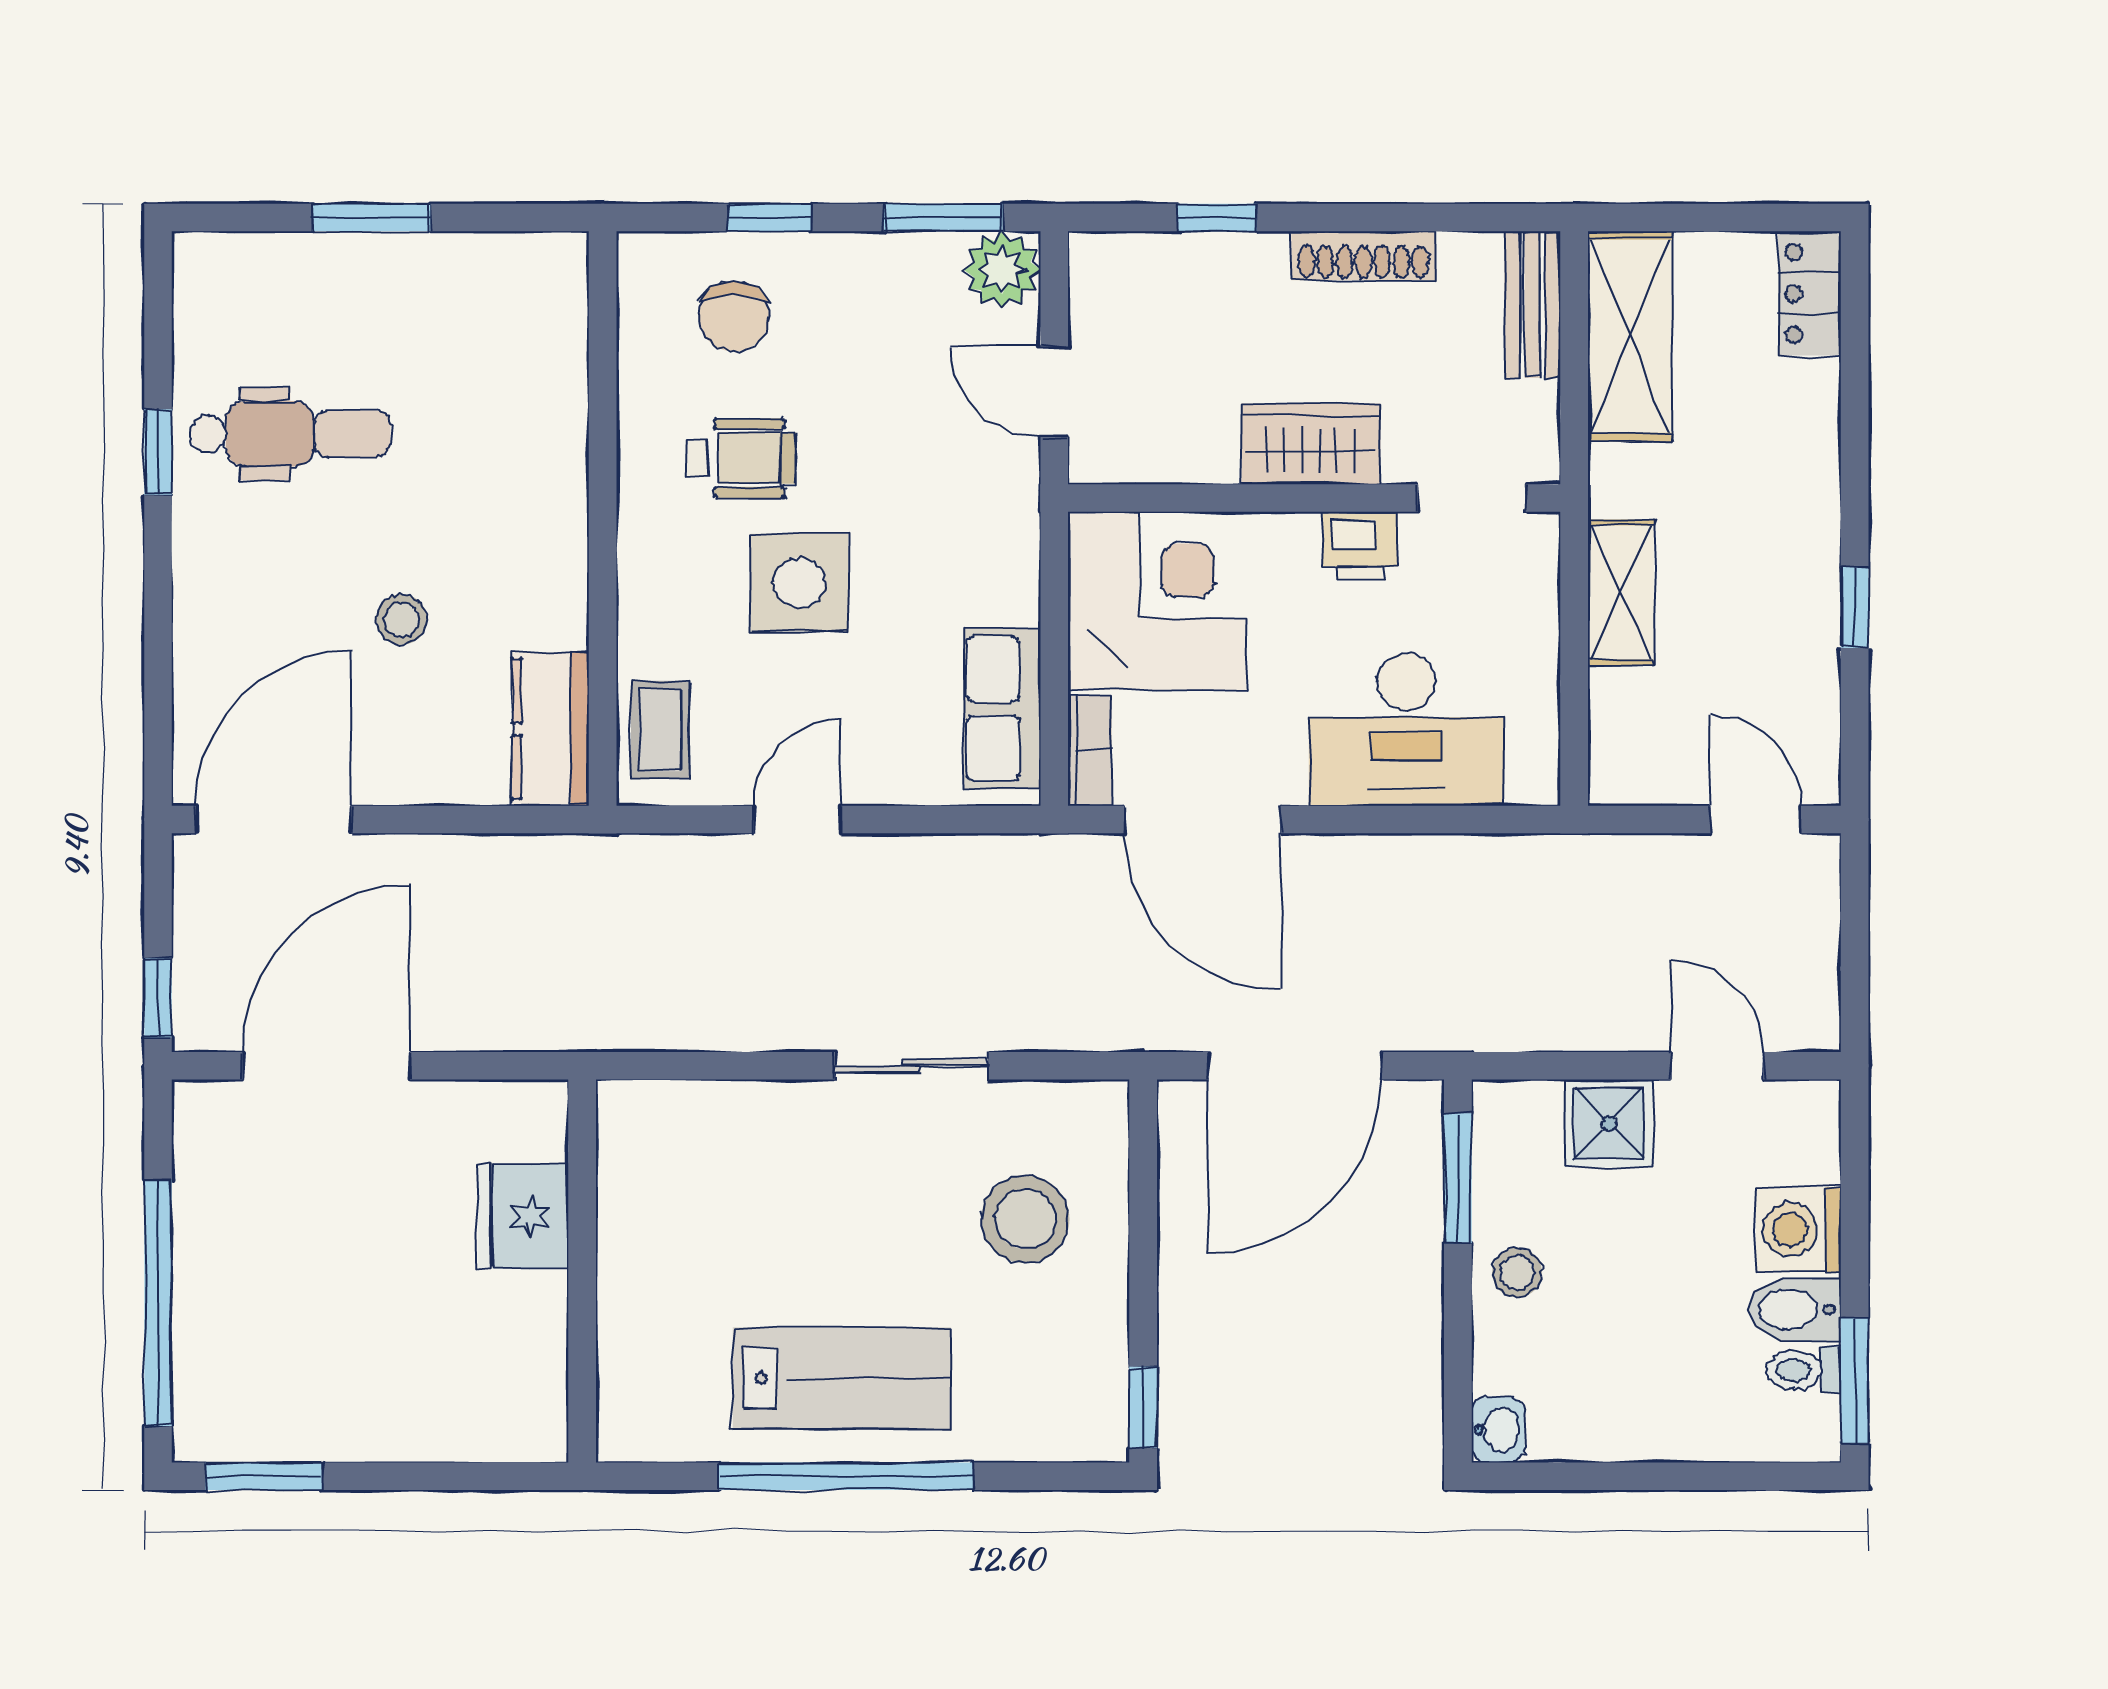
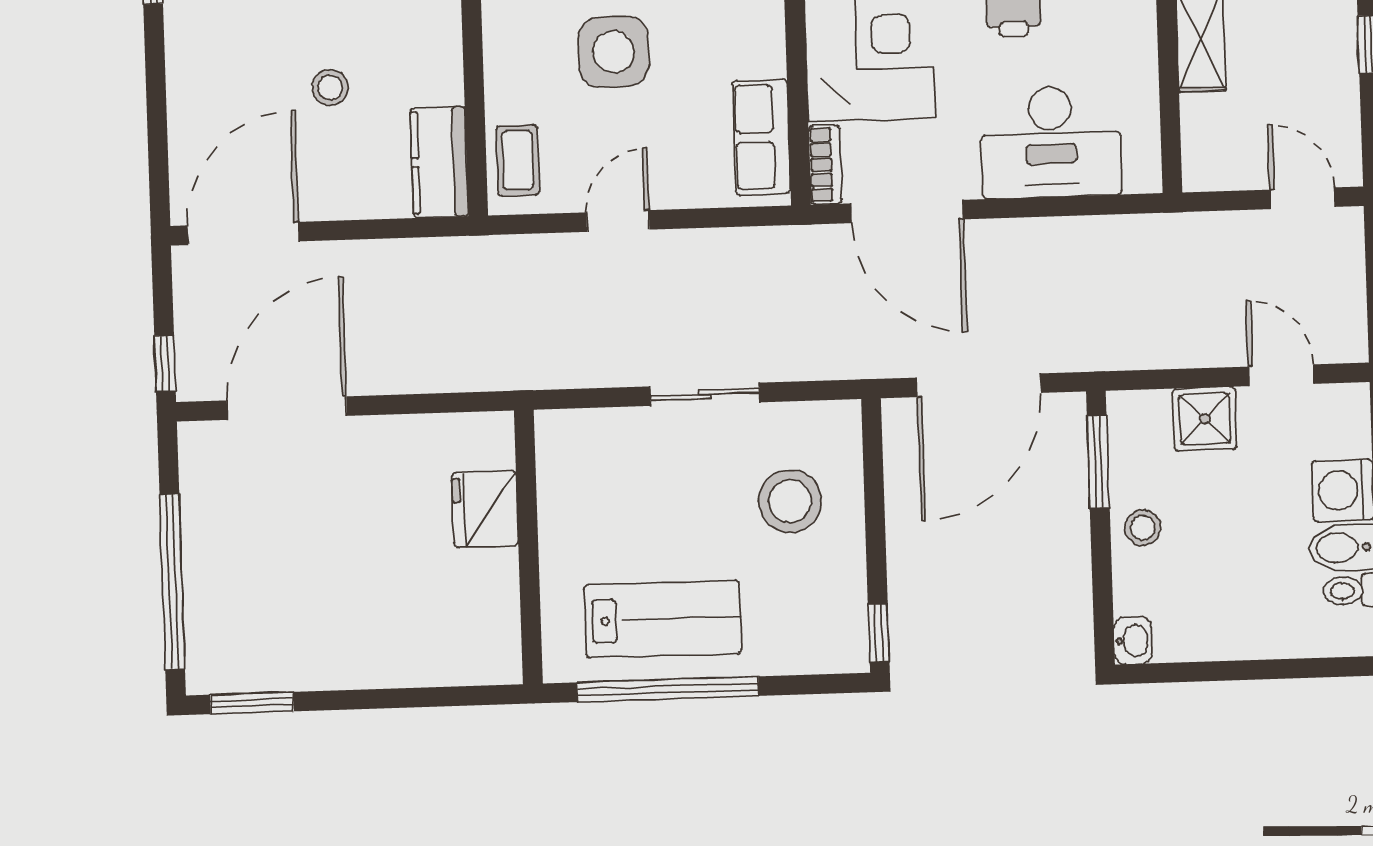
fridge: (523, 1216) -> (485, 509), moved
wall: (582, 1271) -> (528, 547), moved

